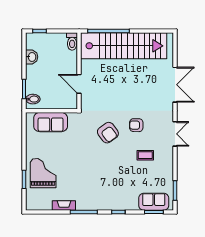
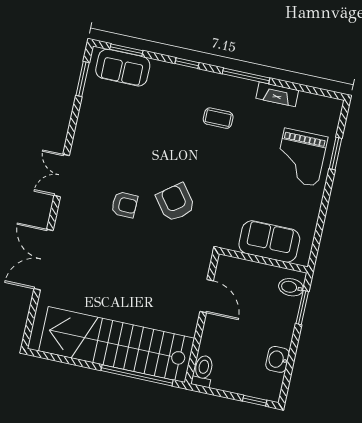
coffee table: (145, 155) -> (218, 118), moved

